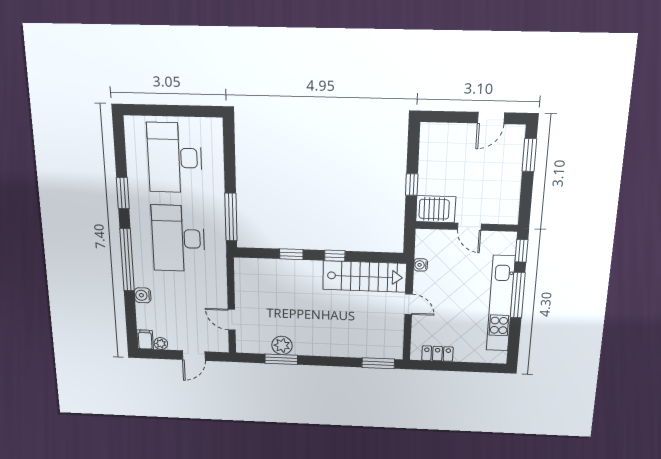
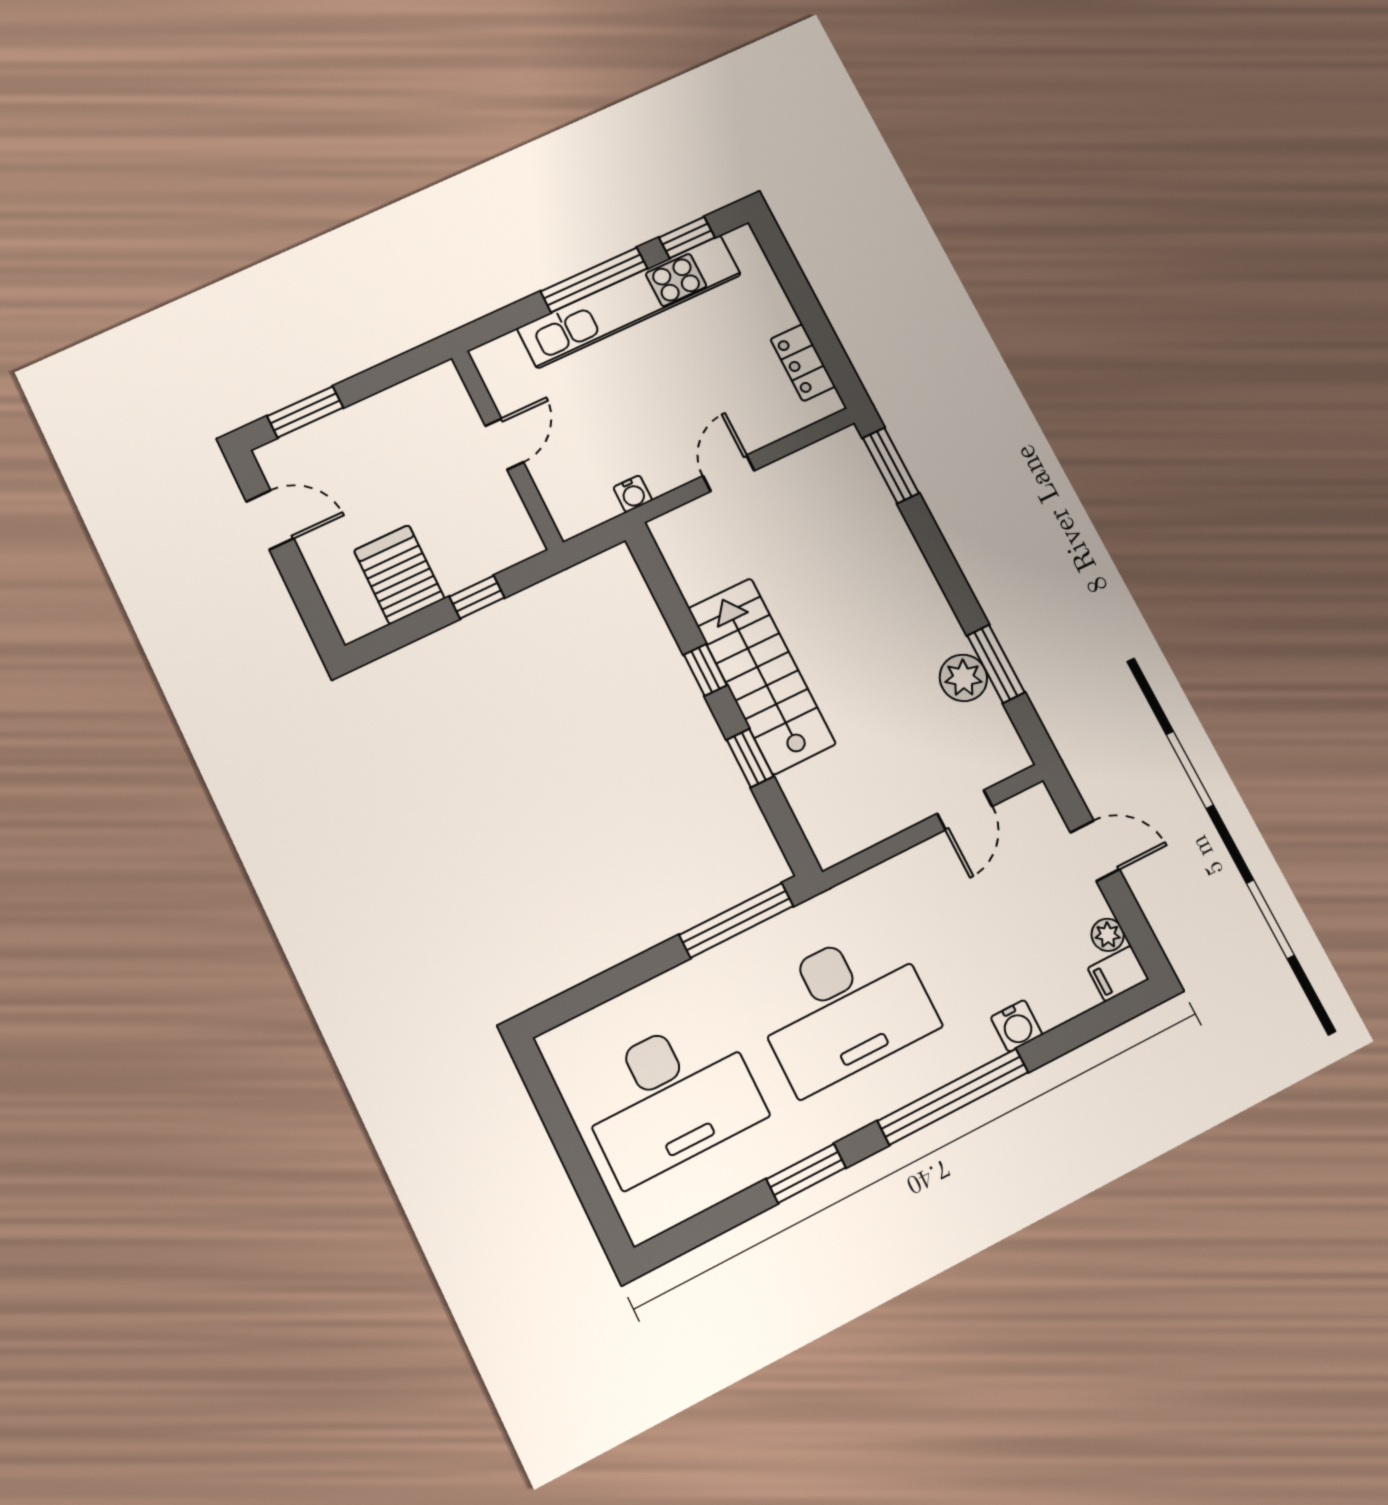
server rack: (436, 209) -> (399, 575), moved
window: (521, 251) -> (687, 237), moved
stairs: (365, 276) -> (762, 676), moved

